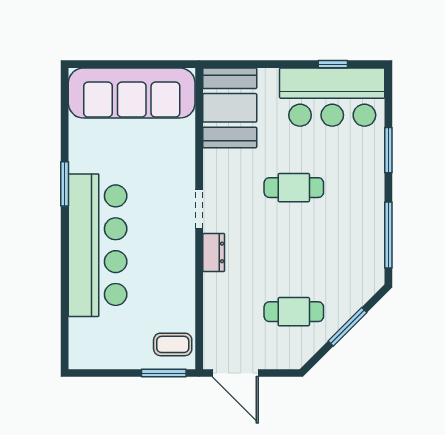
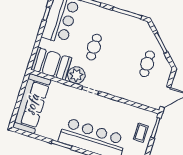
plant: (222, 169) -> (76, 75), added
dresser: (214, 252) -> (111, 90), removed
coffee table: (173, 344) -> (141, 133), moved

